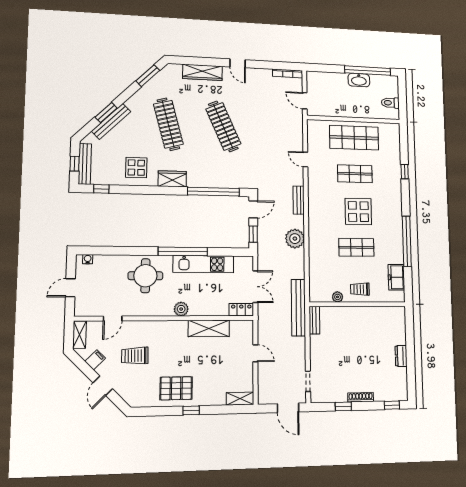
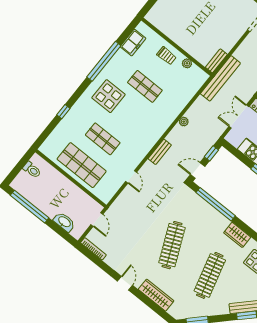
washbasin: (359, 80) -> (64, 222), moved
display table: (358, 212) -> (108, 96), moved
plant: (295, 239) -> (184, 122), width x0.53, depth x0.53

